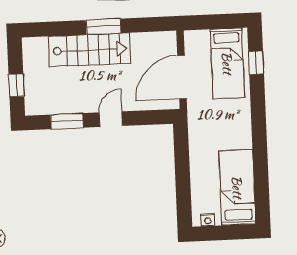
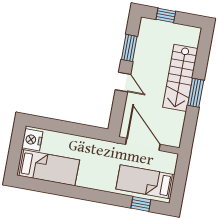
nightstand: (208, 220) -> (32, 140), width x1.89, depth x1.79

